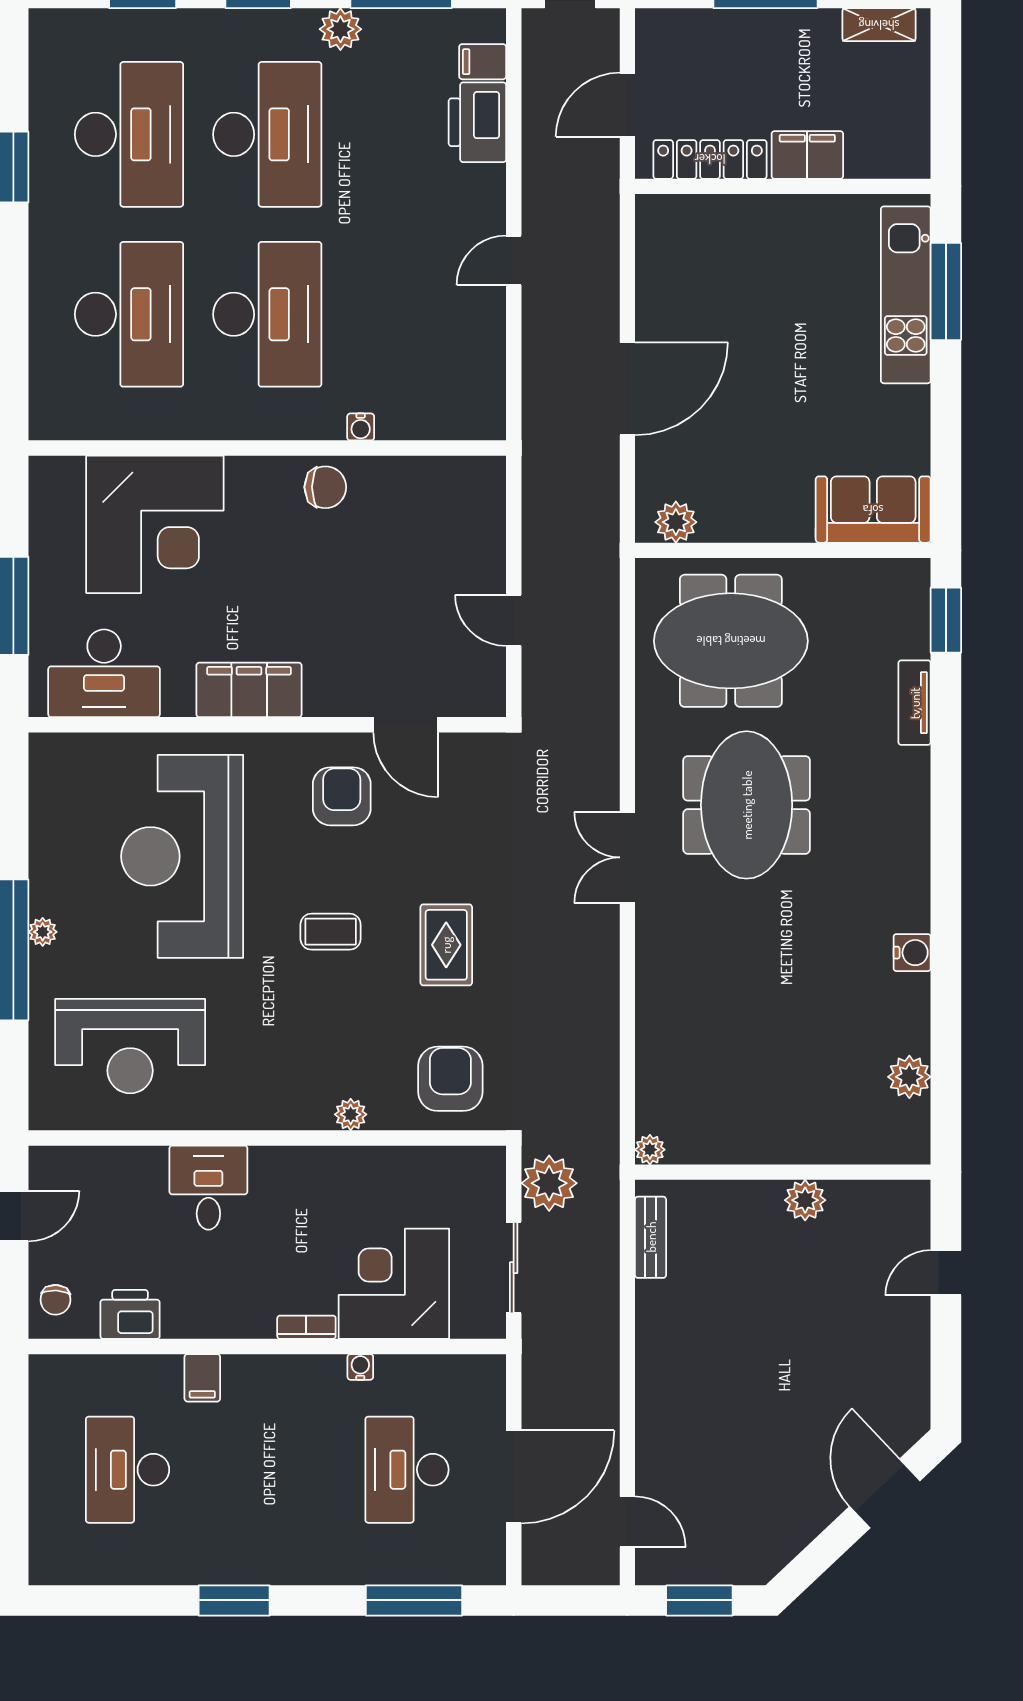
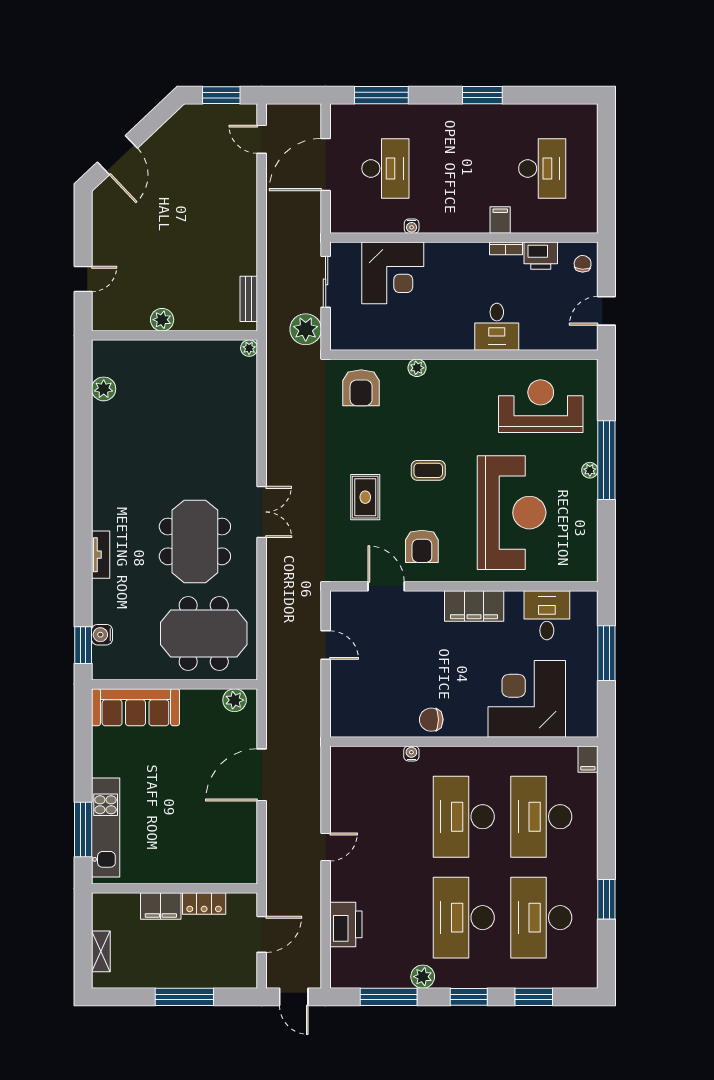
shelving: (879, 25) -> (101, 951), moved, turned 90
filing cabinet: (483, 62) -> (588, 759), moved, turned 90
locker: (710, 159) -> (204, 904), width x0.66
sofa: (873, 510) -> (135, 707), width x1.36
desk: (104, 673) -> (547, 615), width x0.73
tv unit: (915, 703) -> (101, 555), moved
rug: (446, 945) -> (365, 497), moved
water cooler: (912, 953) -> (102, 635), moved
bookcase: (306, 1327) -> (506, 248), moved

